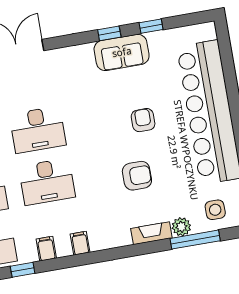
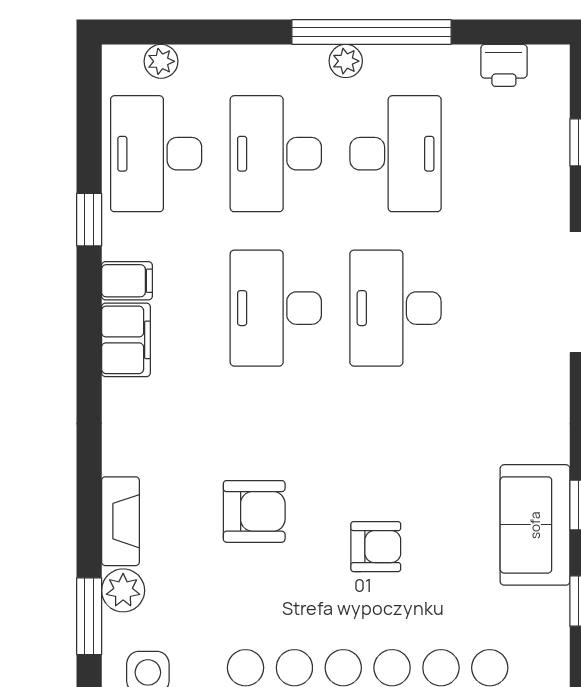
armchair: (137, 176) -> (254, 511), turned -90
window: (195, 240) -> (89, 616), width x0.69
filing cabinet: (80, 243) -> (126, 340), width x2.00

